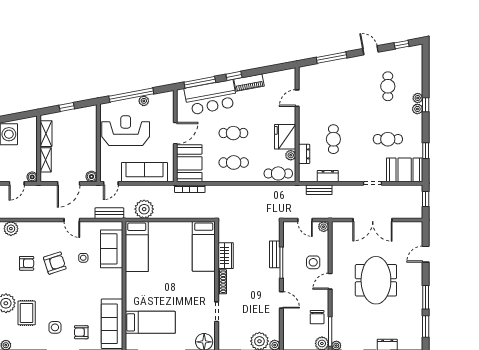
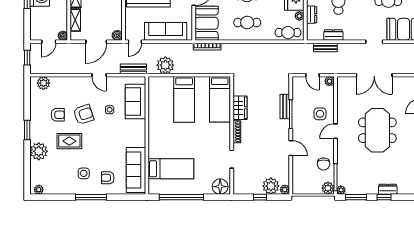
bed: (137, 247) -> (184, 99), moved
rug: (27, 313) -> (69, 141), moved, turned 90

